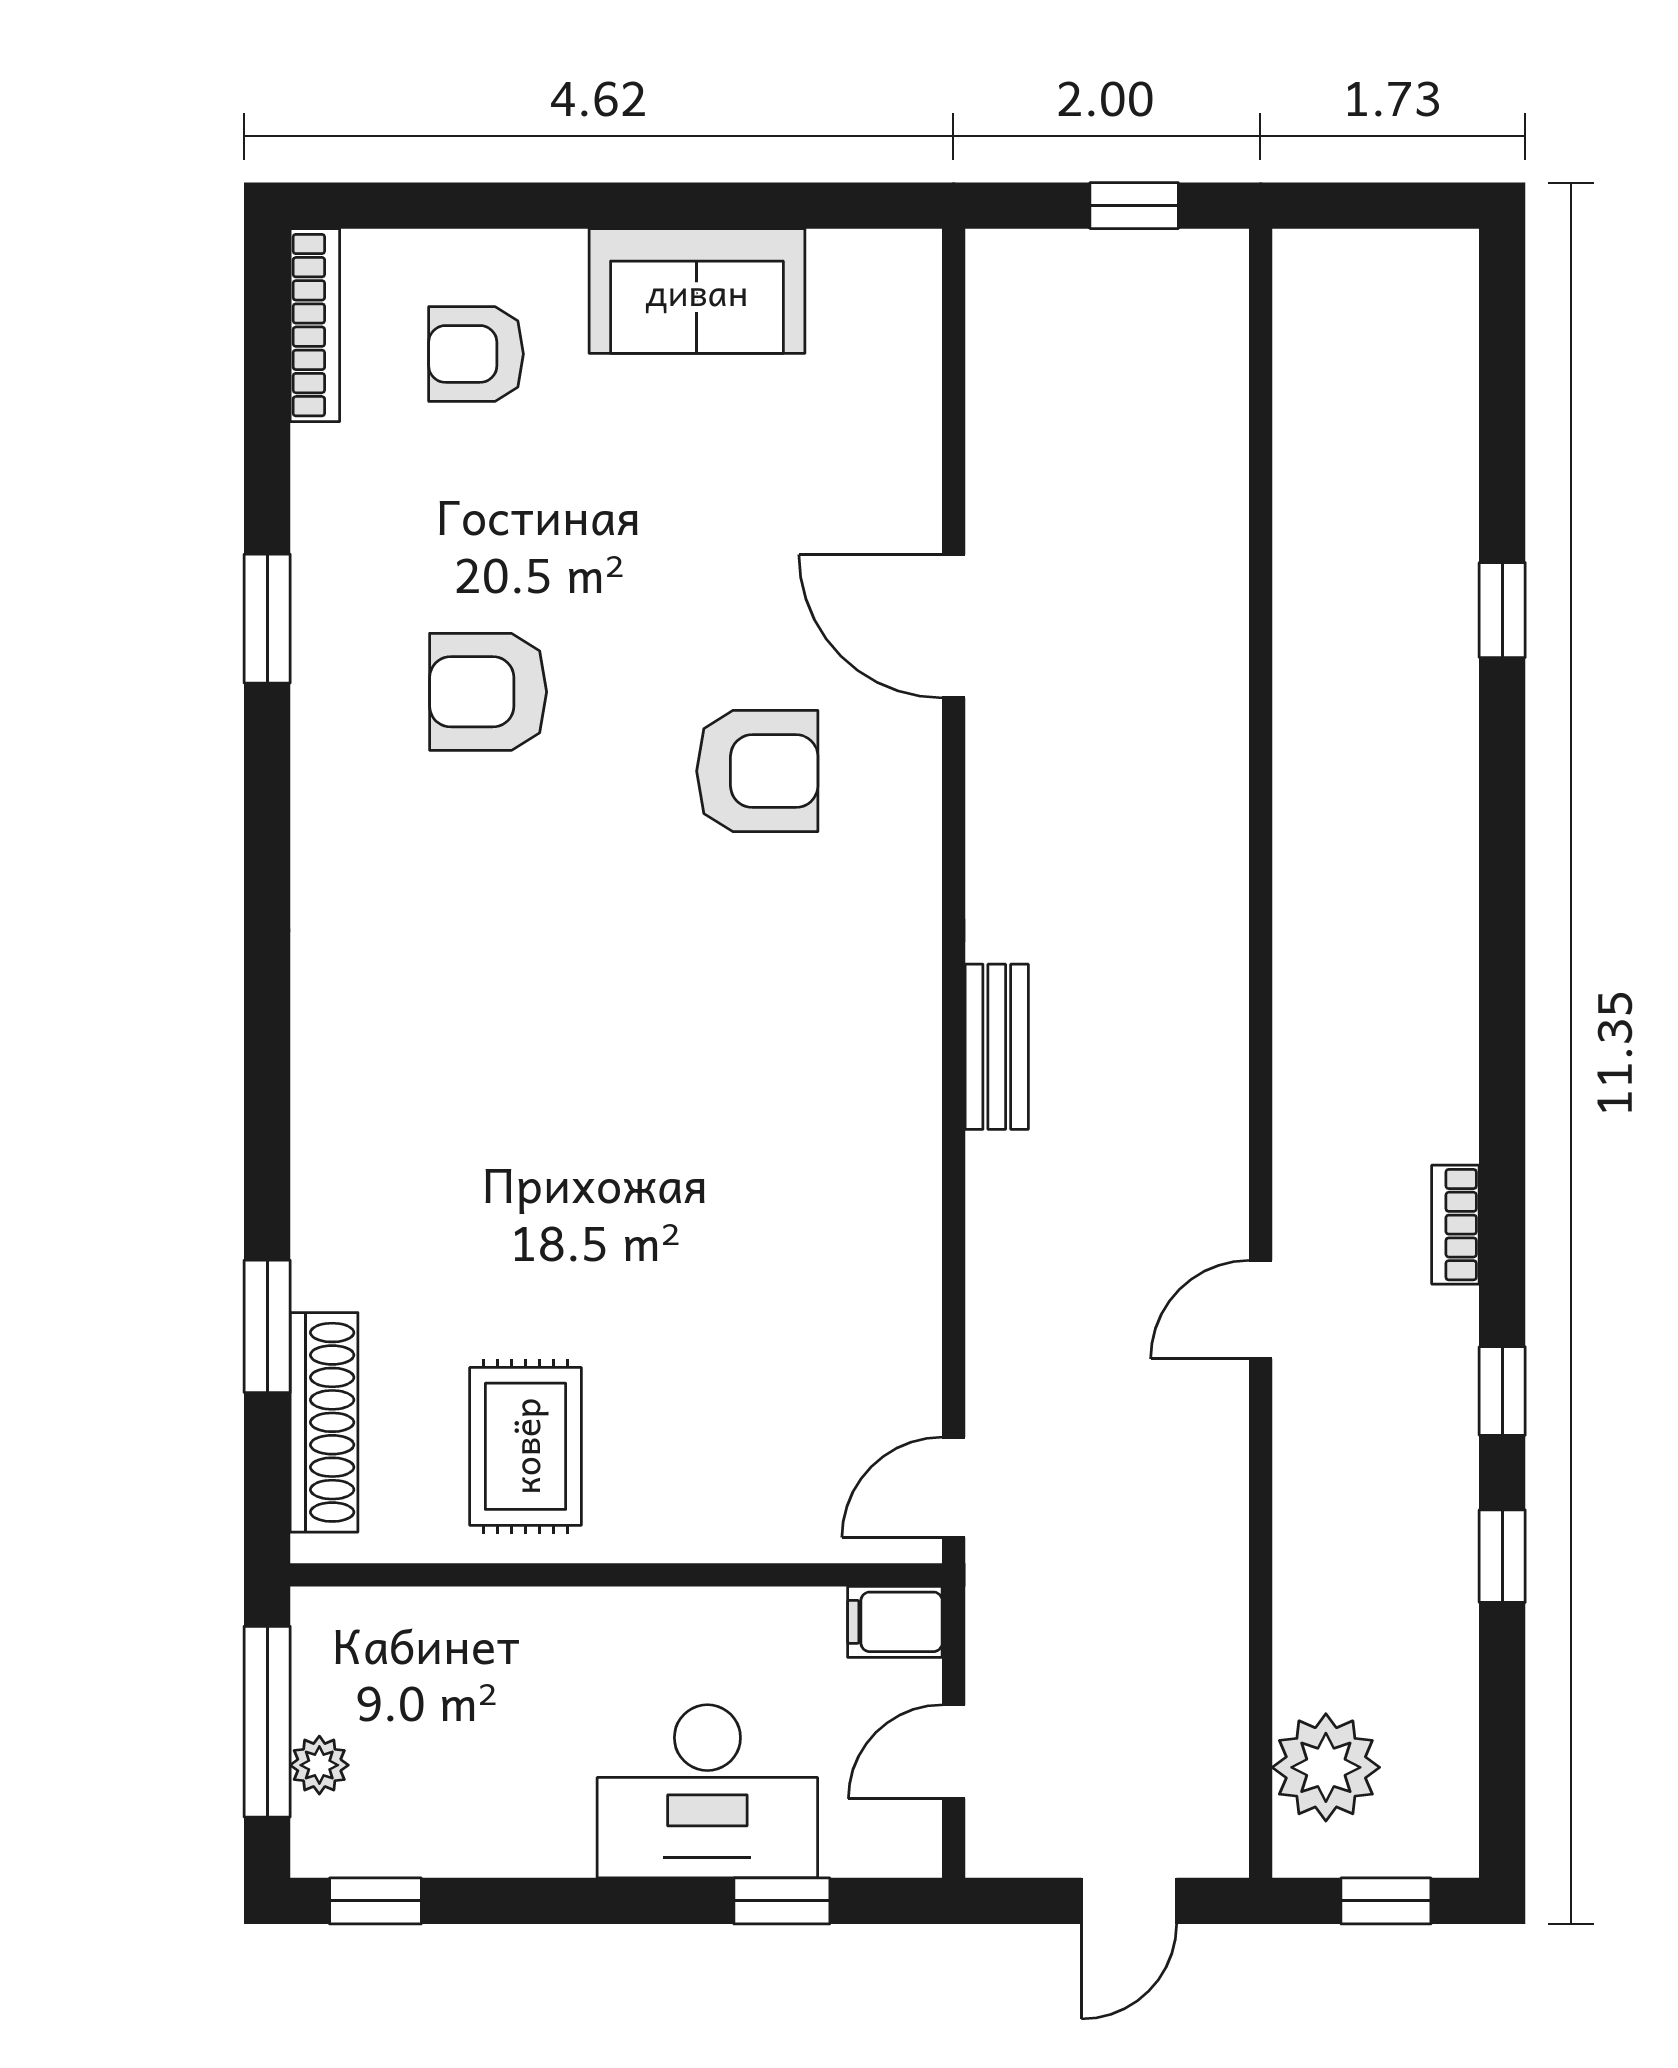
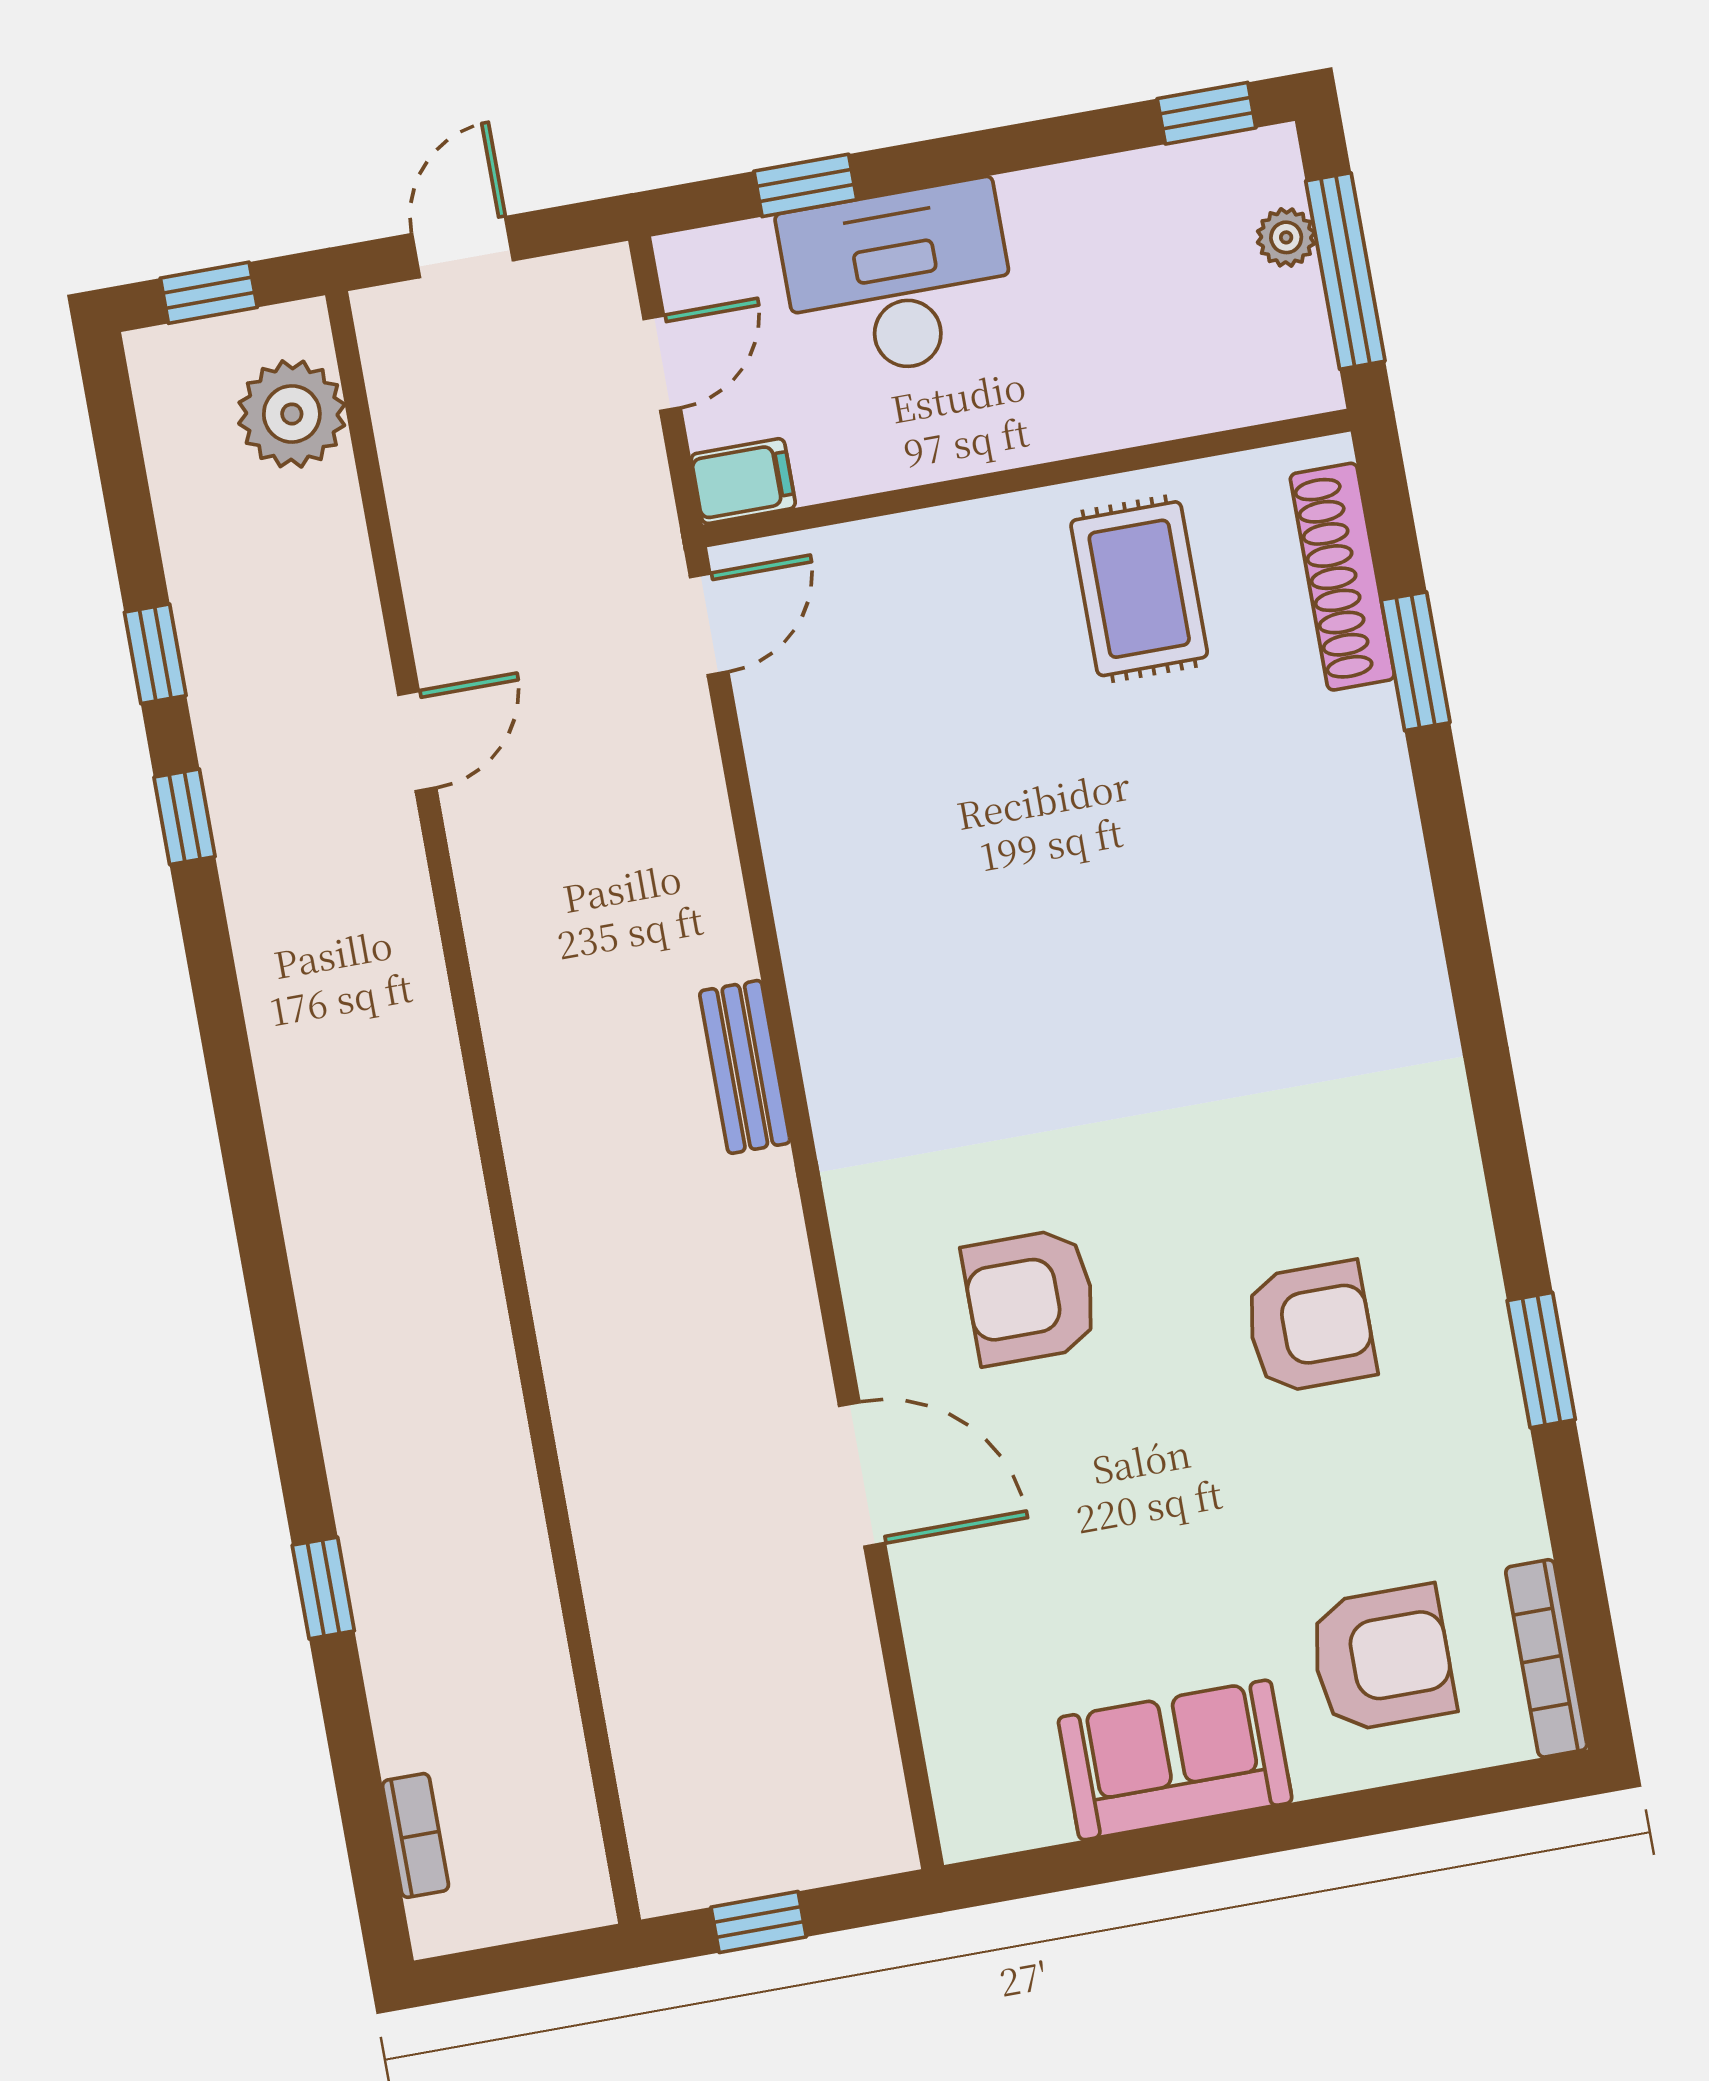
armchair: (476, 354) -> (1382, 1659), width x1.38, depth x1.38
bookcase: (1455, 1225) -> (416, 1835), moved
door: (1261, 1310) -> (417, 741), moved

